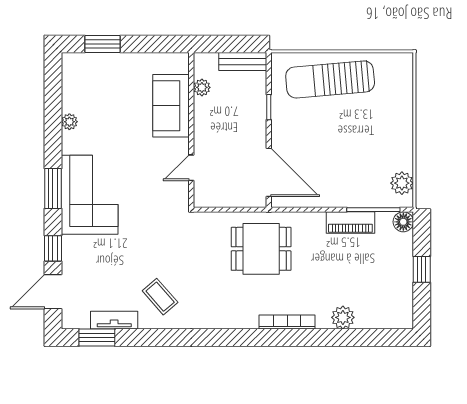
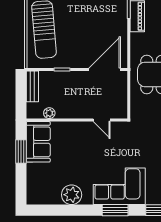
window: (102, 44) -> (21, 152), moved
sofa: (171, 106) -> (38, 142), moved, turned -90
plant: (69, 122) -> (72, 195), width x1.87, depth x1.87

